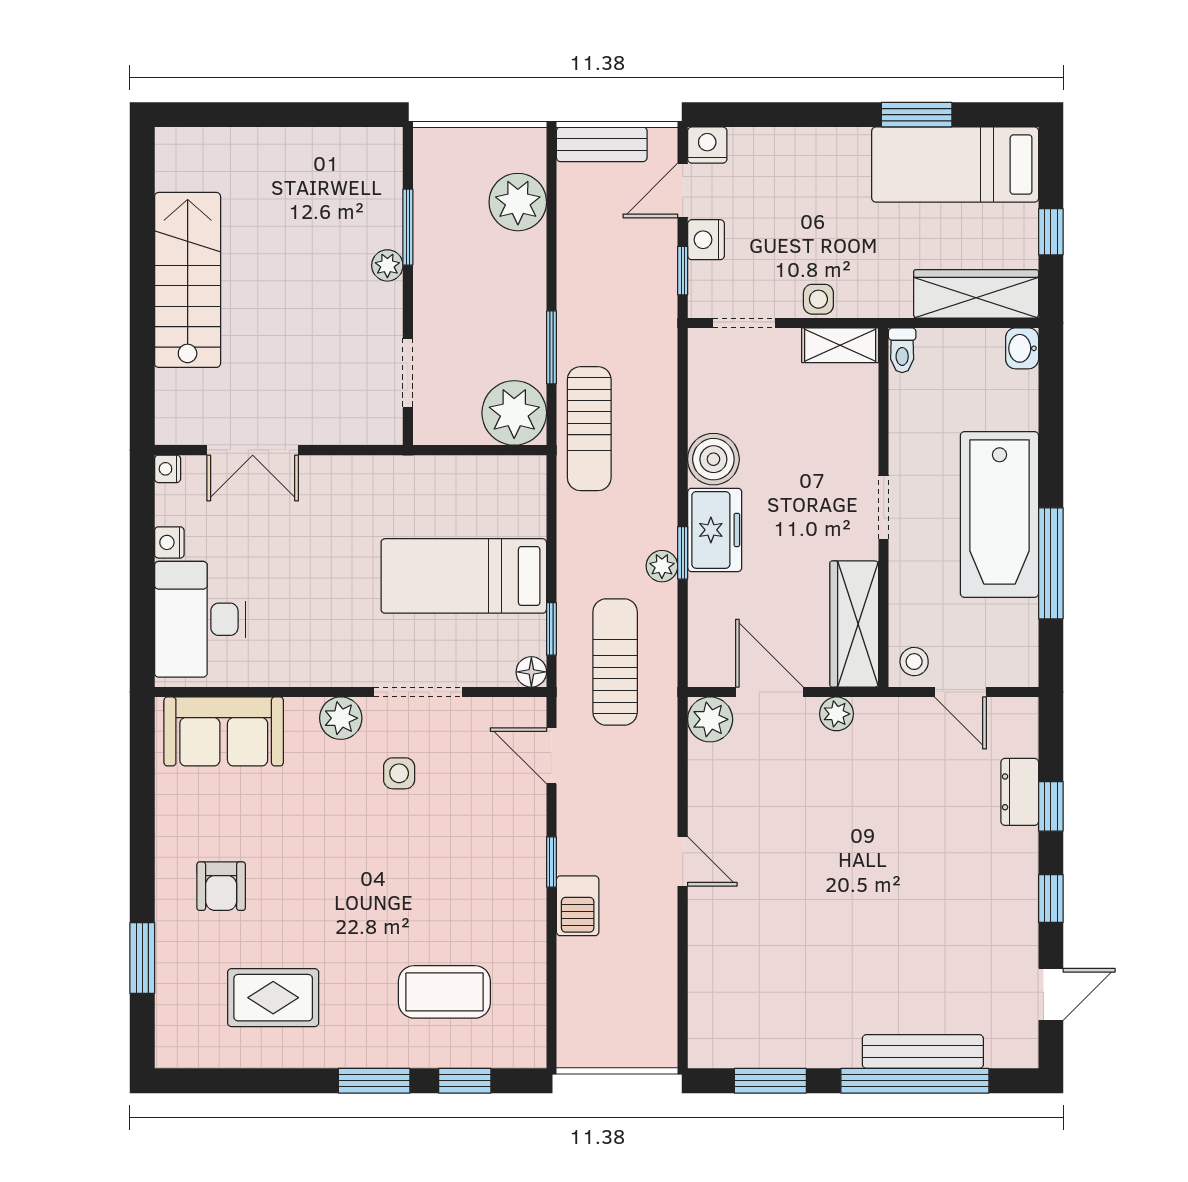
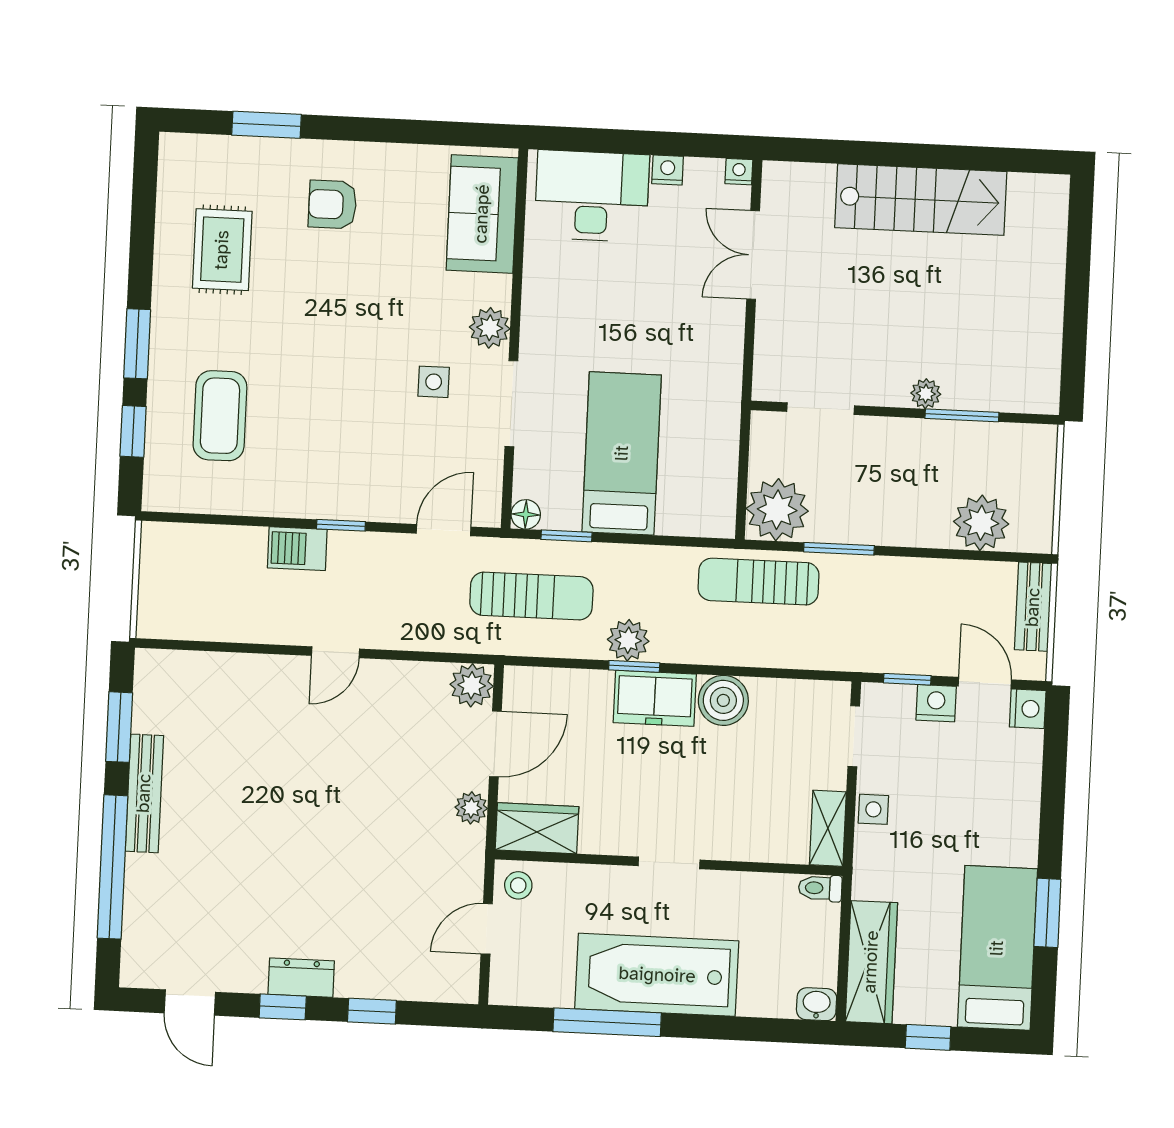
plant: (662, 566) -> (628, 640), width x1.38, depth x1.38
wardrobe: (854, 624) -> (537, 828), width x0.67
dresser: (1020, 792) -> (301, 978), moved
bench: (923, 1052) -> (144, 793), moved

